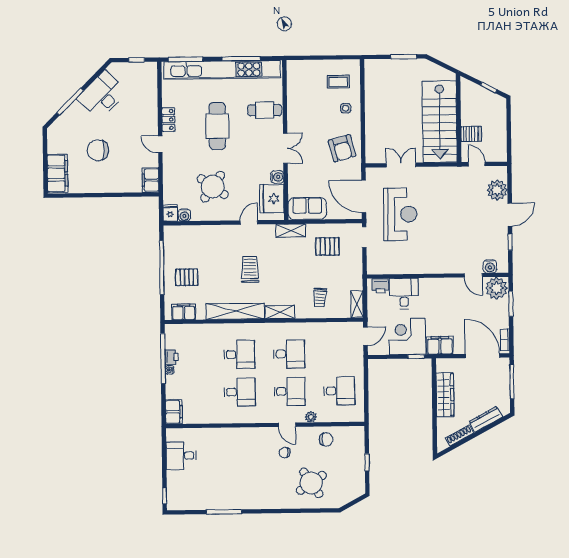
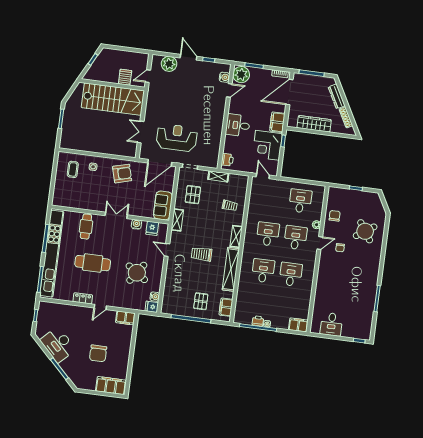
fridge: (272, 199) -> (152, 228), width x0.53, depth x0.75
desk: (404, 294) -> (238, 125), moved
shelving: (357, 304) -> (218, 176), moved

